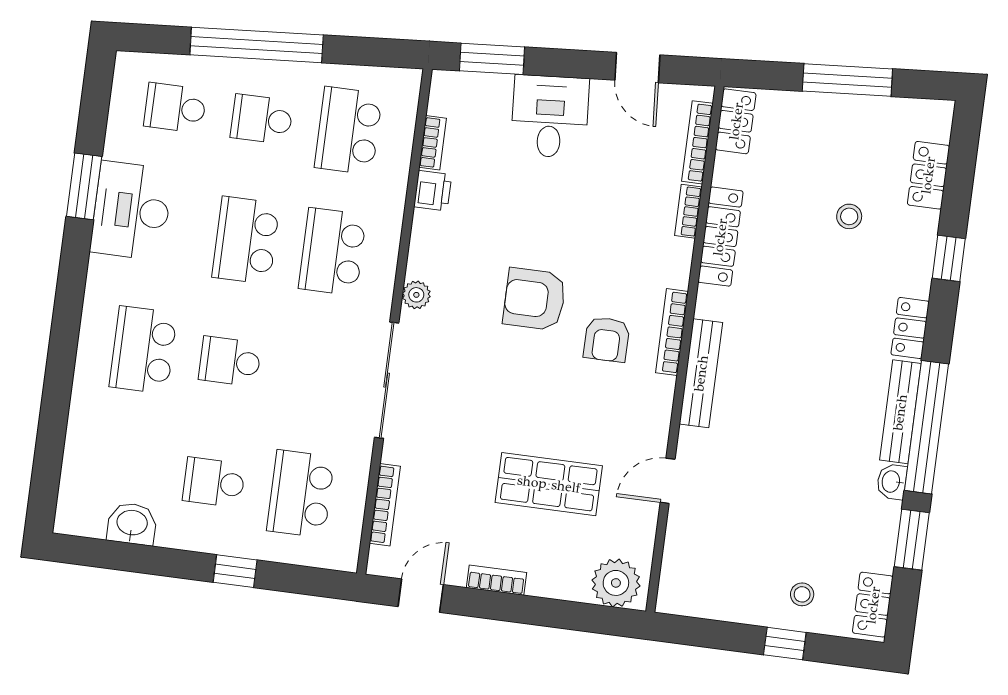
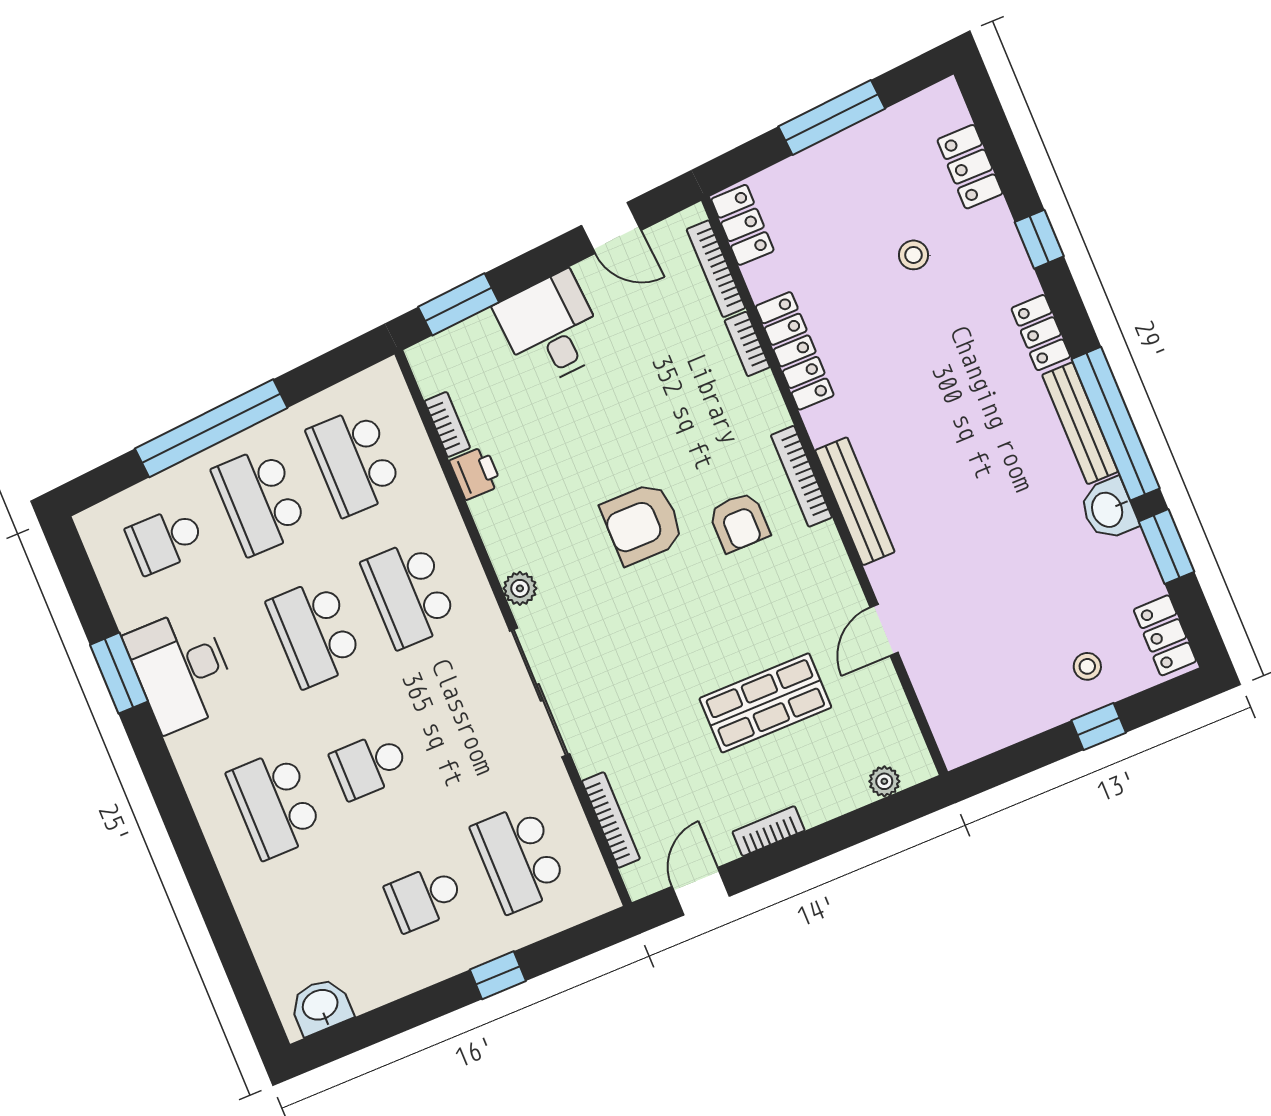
school desk: (262, 119) -> (260, 501), width x1.85
washbasin: (892, 482) -> (1108, 509), width x1.38, depth x1.45
washbasin: (132, 524) -> (321, 1006), moved
plant: (616, 583) -> (884, 781), width x0.53, depth x0.53

